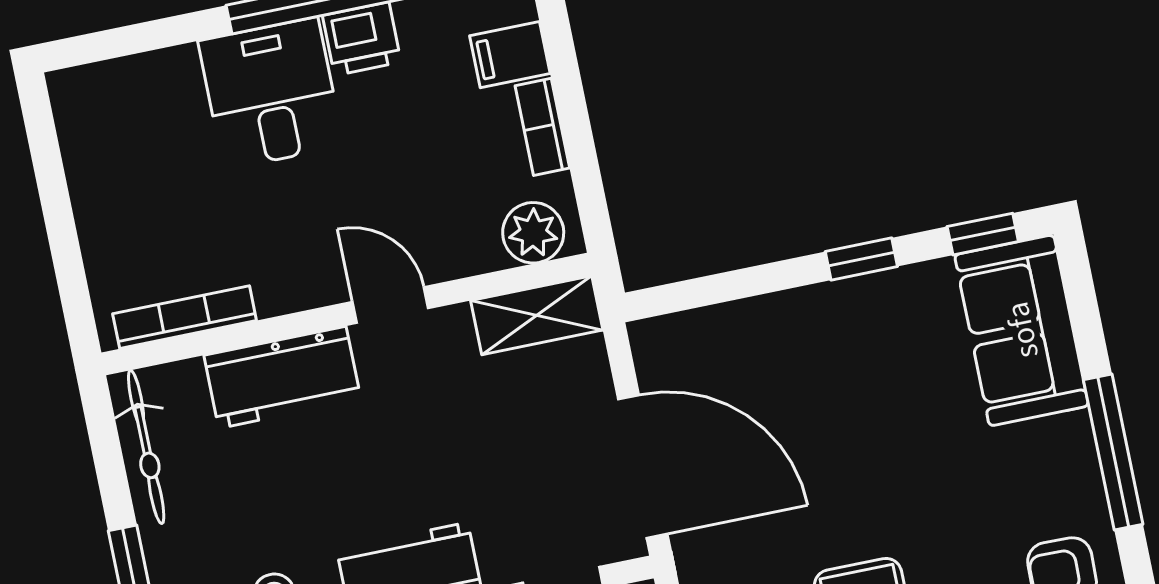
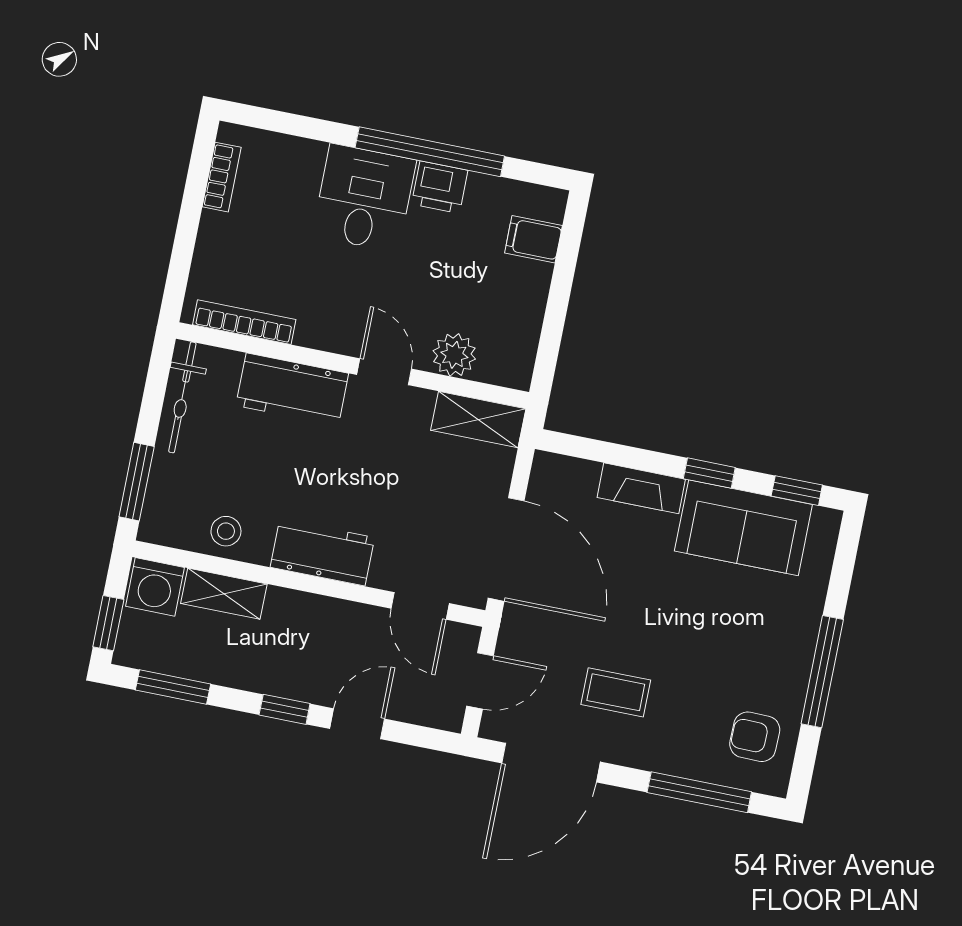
bookcase: (542, 127) -> (222, 177), moved, turned 180
plant: (533, 233) -> (454, 355), moved
fireplace: (783, 315) -> (641, 488), added
sofa: (1022, 330) -> (743, 528), moved, turned -90

